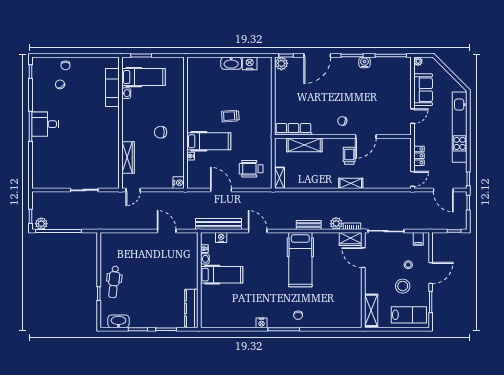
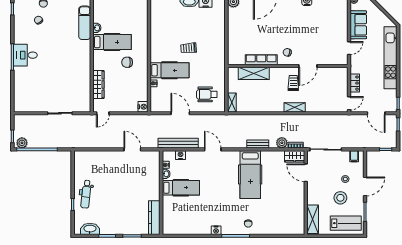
hospital bed: (143, 77) -> (112, 42), moved
row of seats: (293, 129) -> (261, 60), moved

